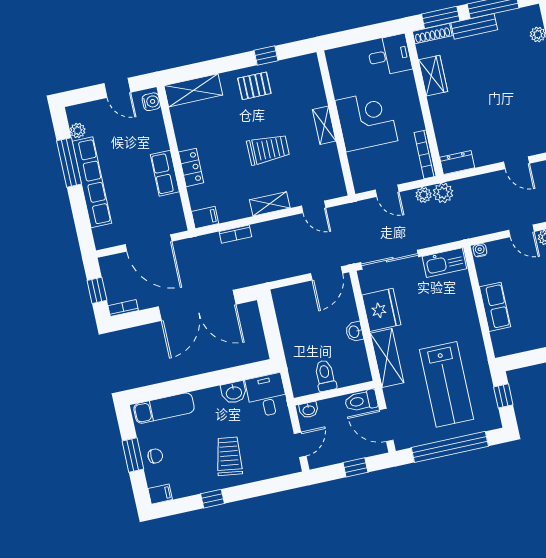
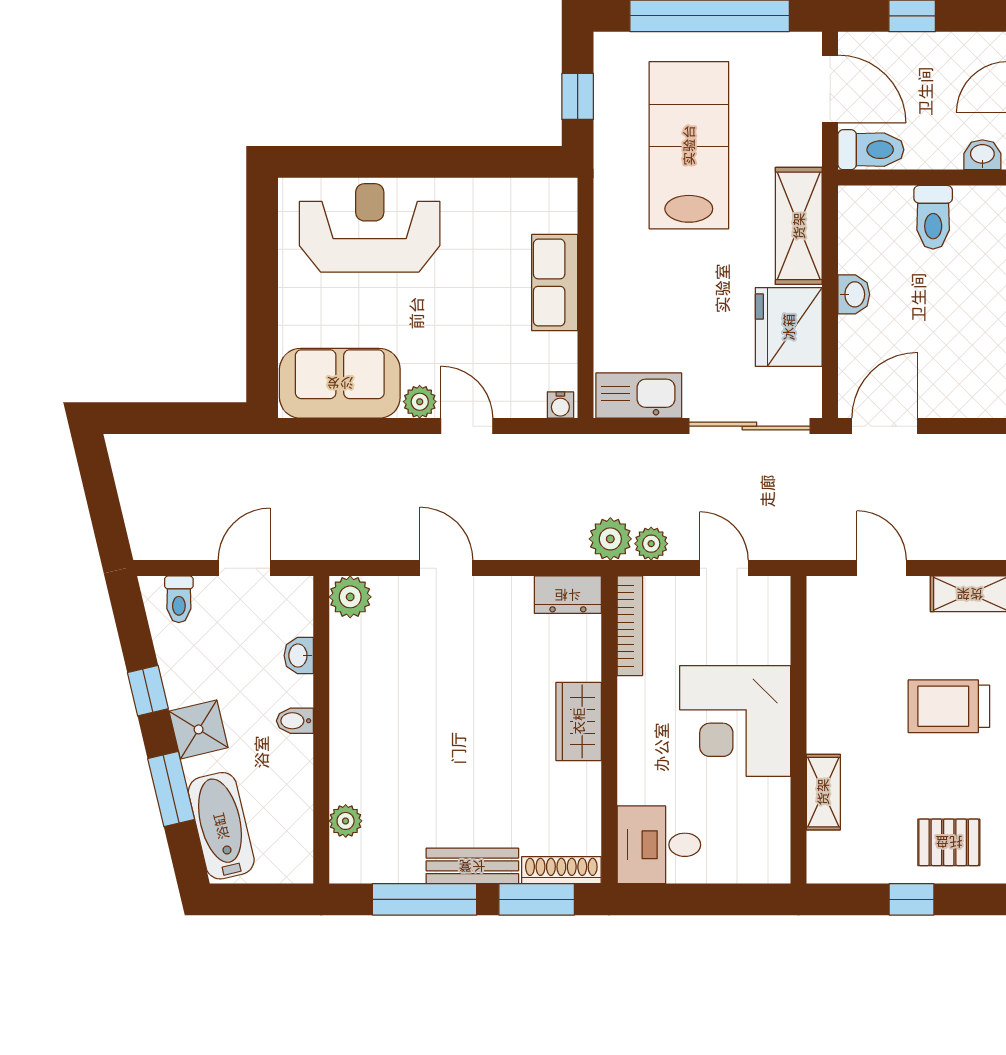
wardrobe: (433, 76) -> (579, 721), moved
shelving: (324, 125) -> (823, 792), moved

